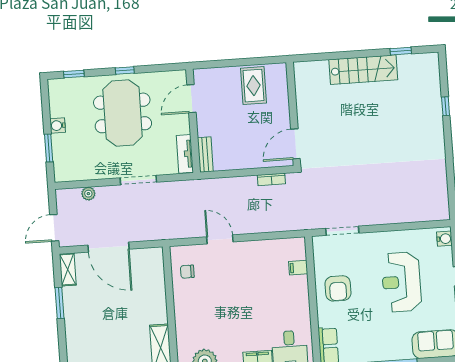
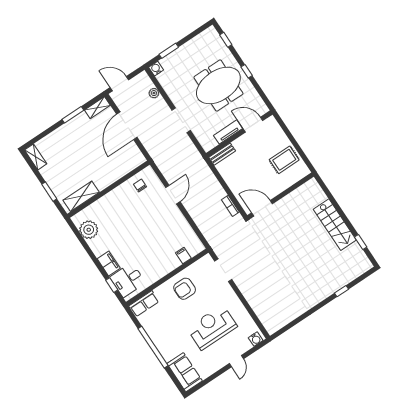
water cooler: (58, 126) -> (156, 69), moved
tv unit: (185, 154) -> (228, 132), moved

